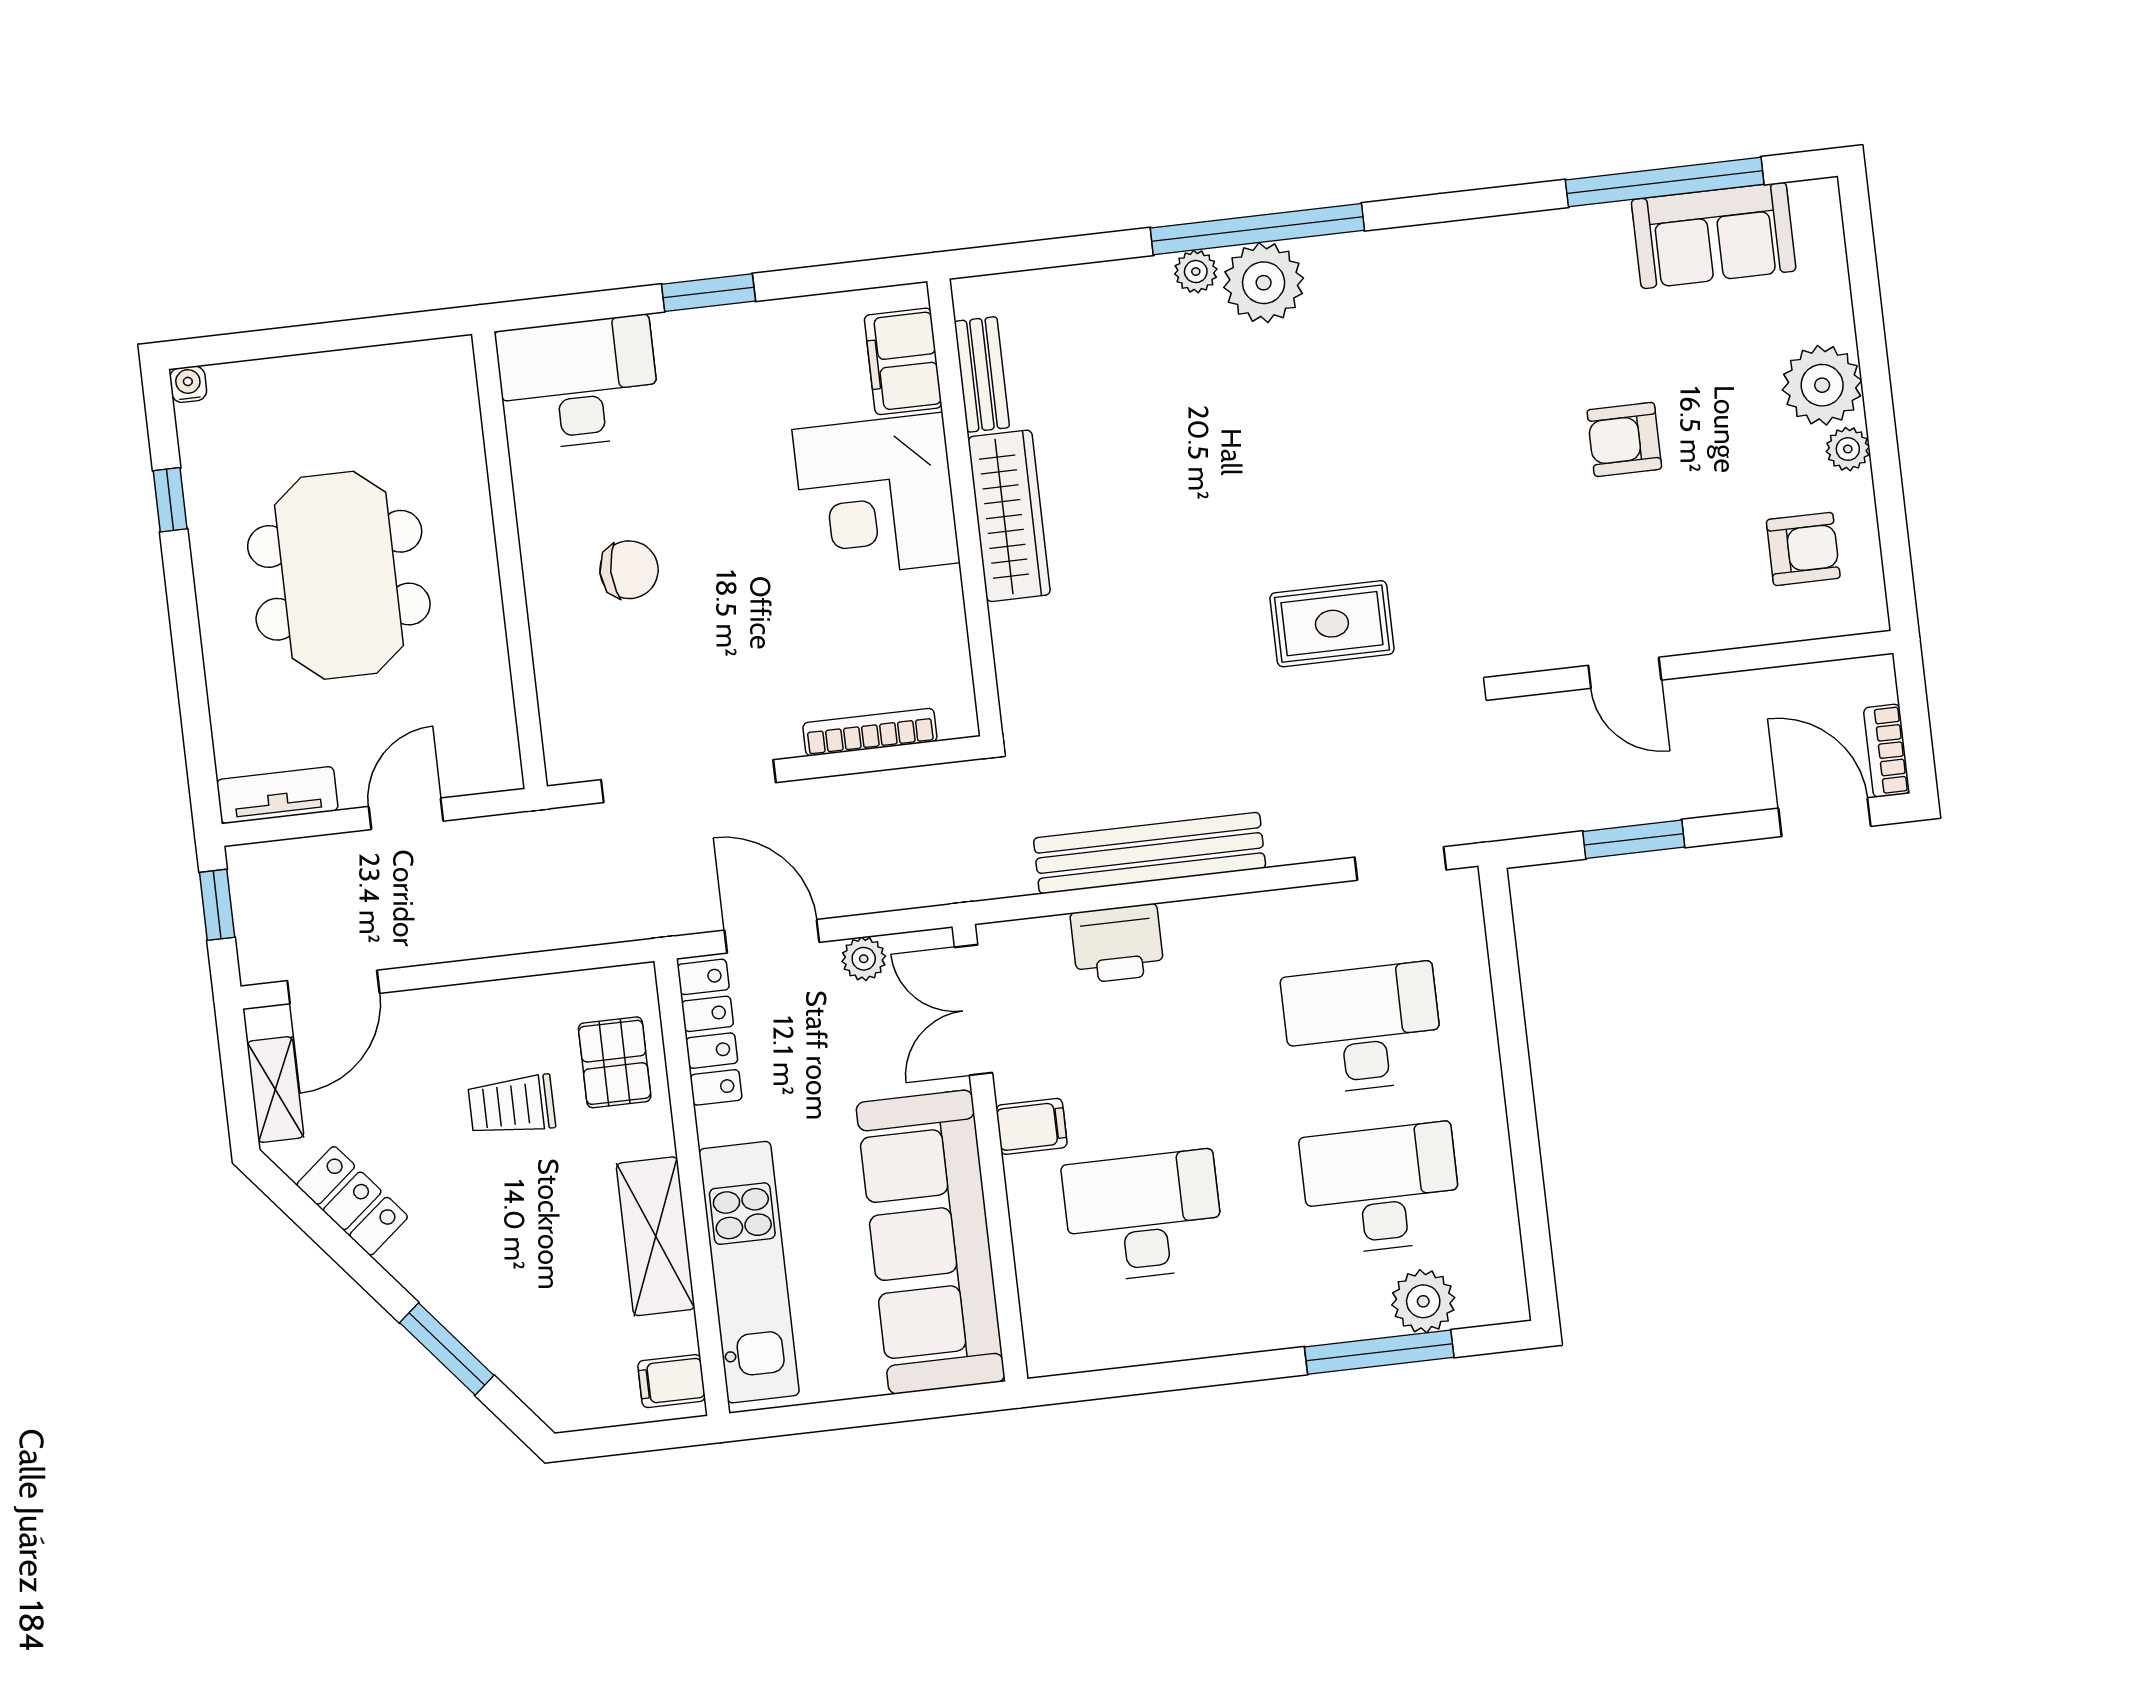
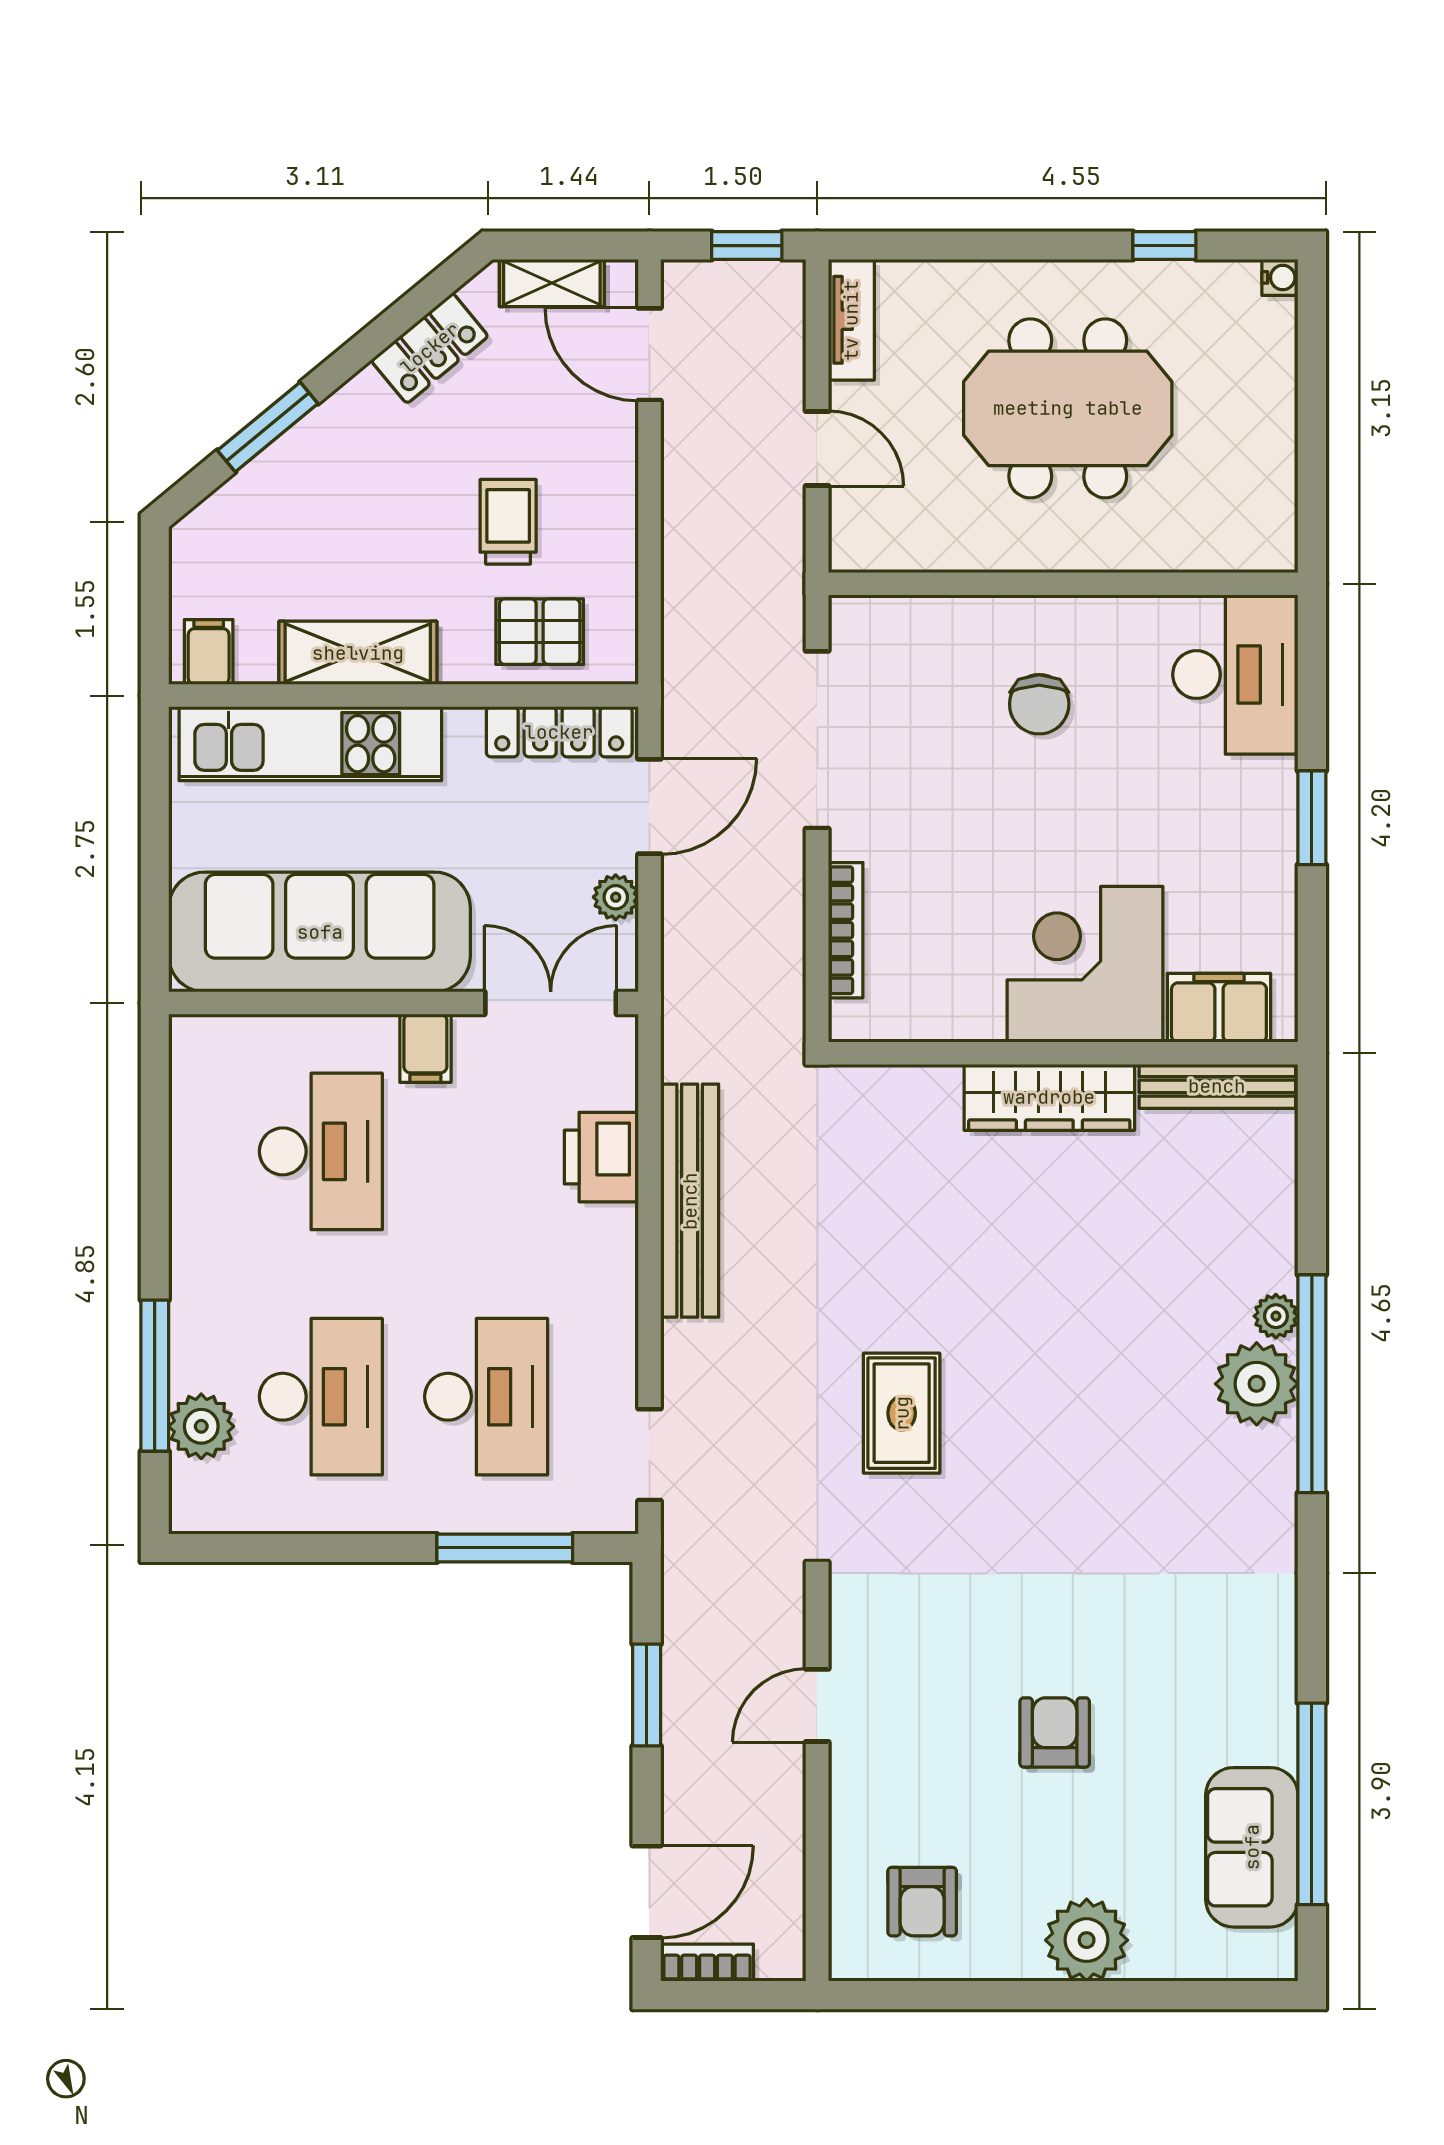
bench: (982, 374) -> (1217, 1086), width x1.36
plant: (1848, 449) -> (1019, 1959), removed
window: (1507, 993) -> (505, 1548), added

